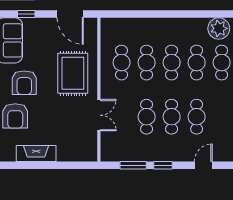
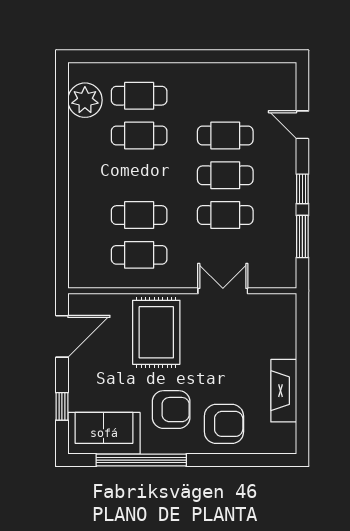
cafe table: (172, 63) -> (139, 175), removed
rug: (73, 73) -> (156, 332), turned 90

